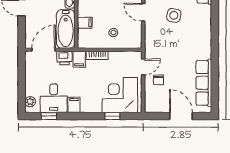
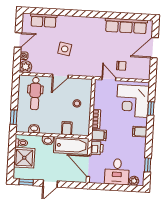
desk: (54, 98) -> (117, 172), moved, turned 90
filing cabinet: (74, 105) -> (140, 132), moved

